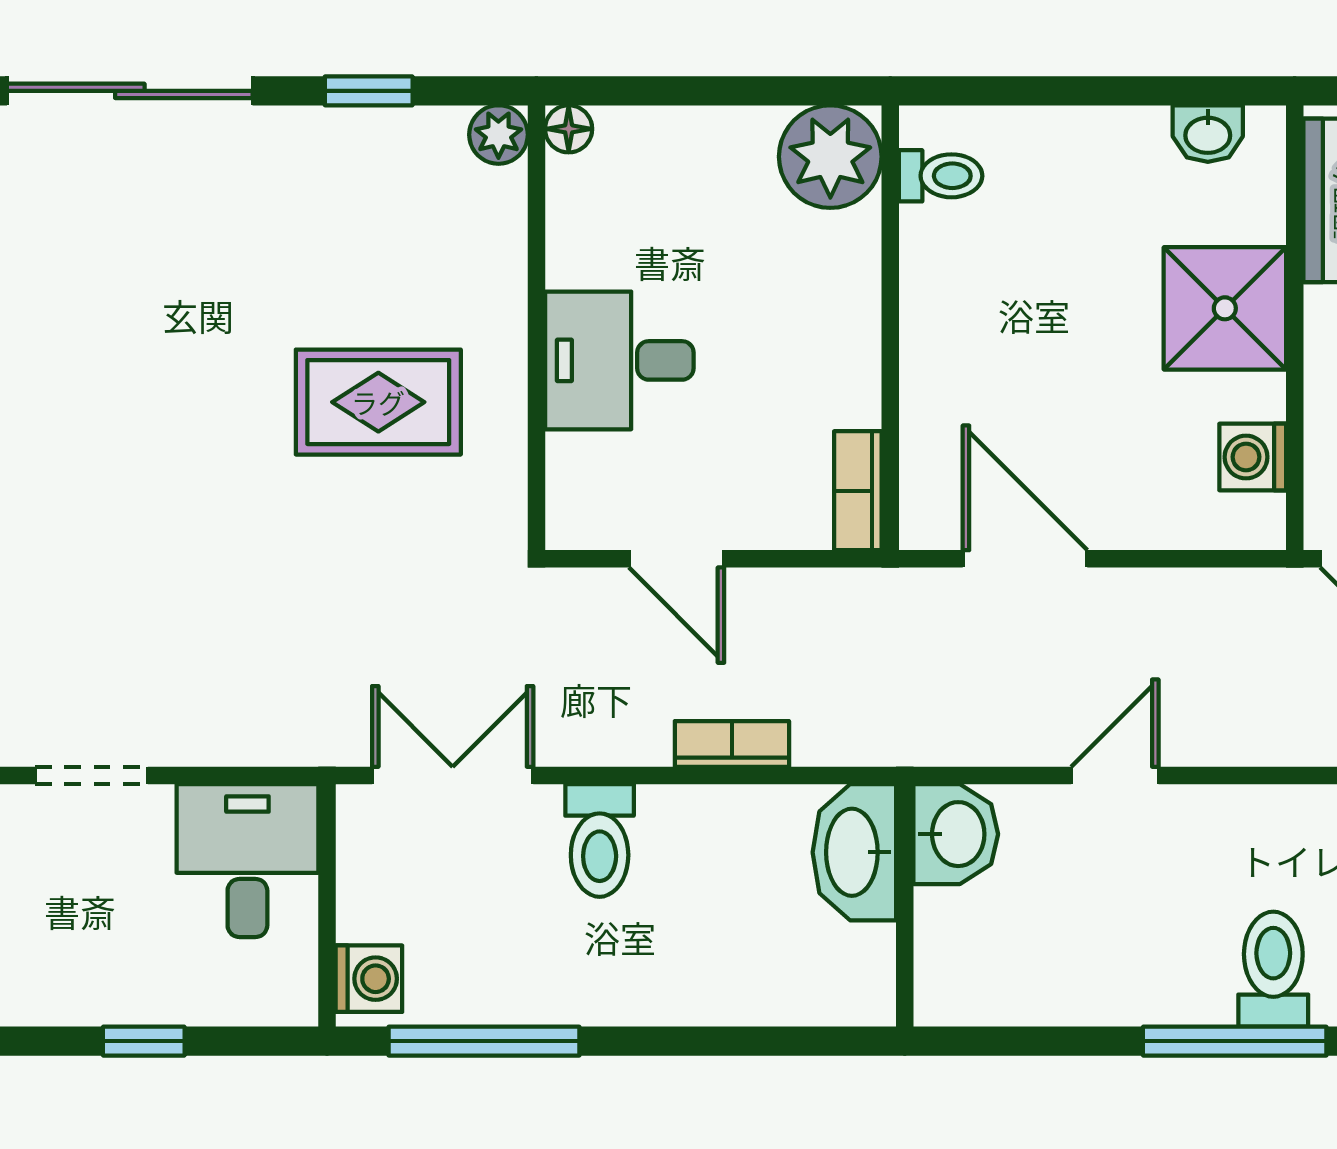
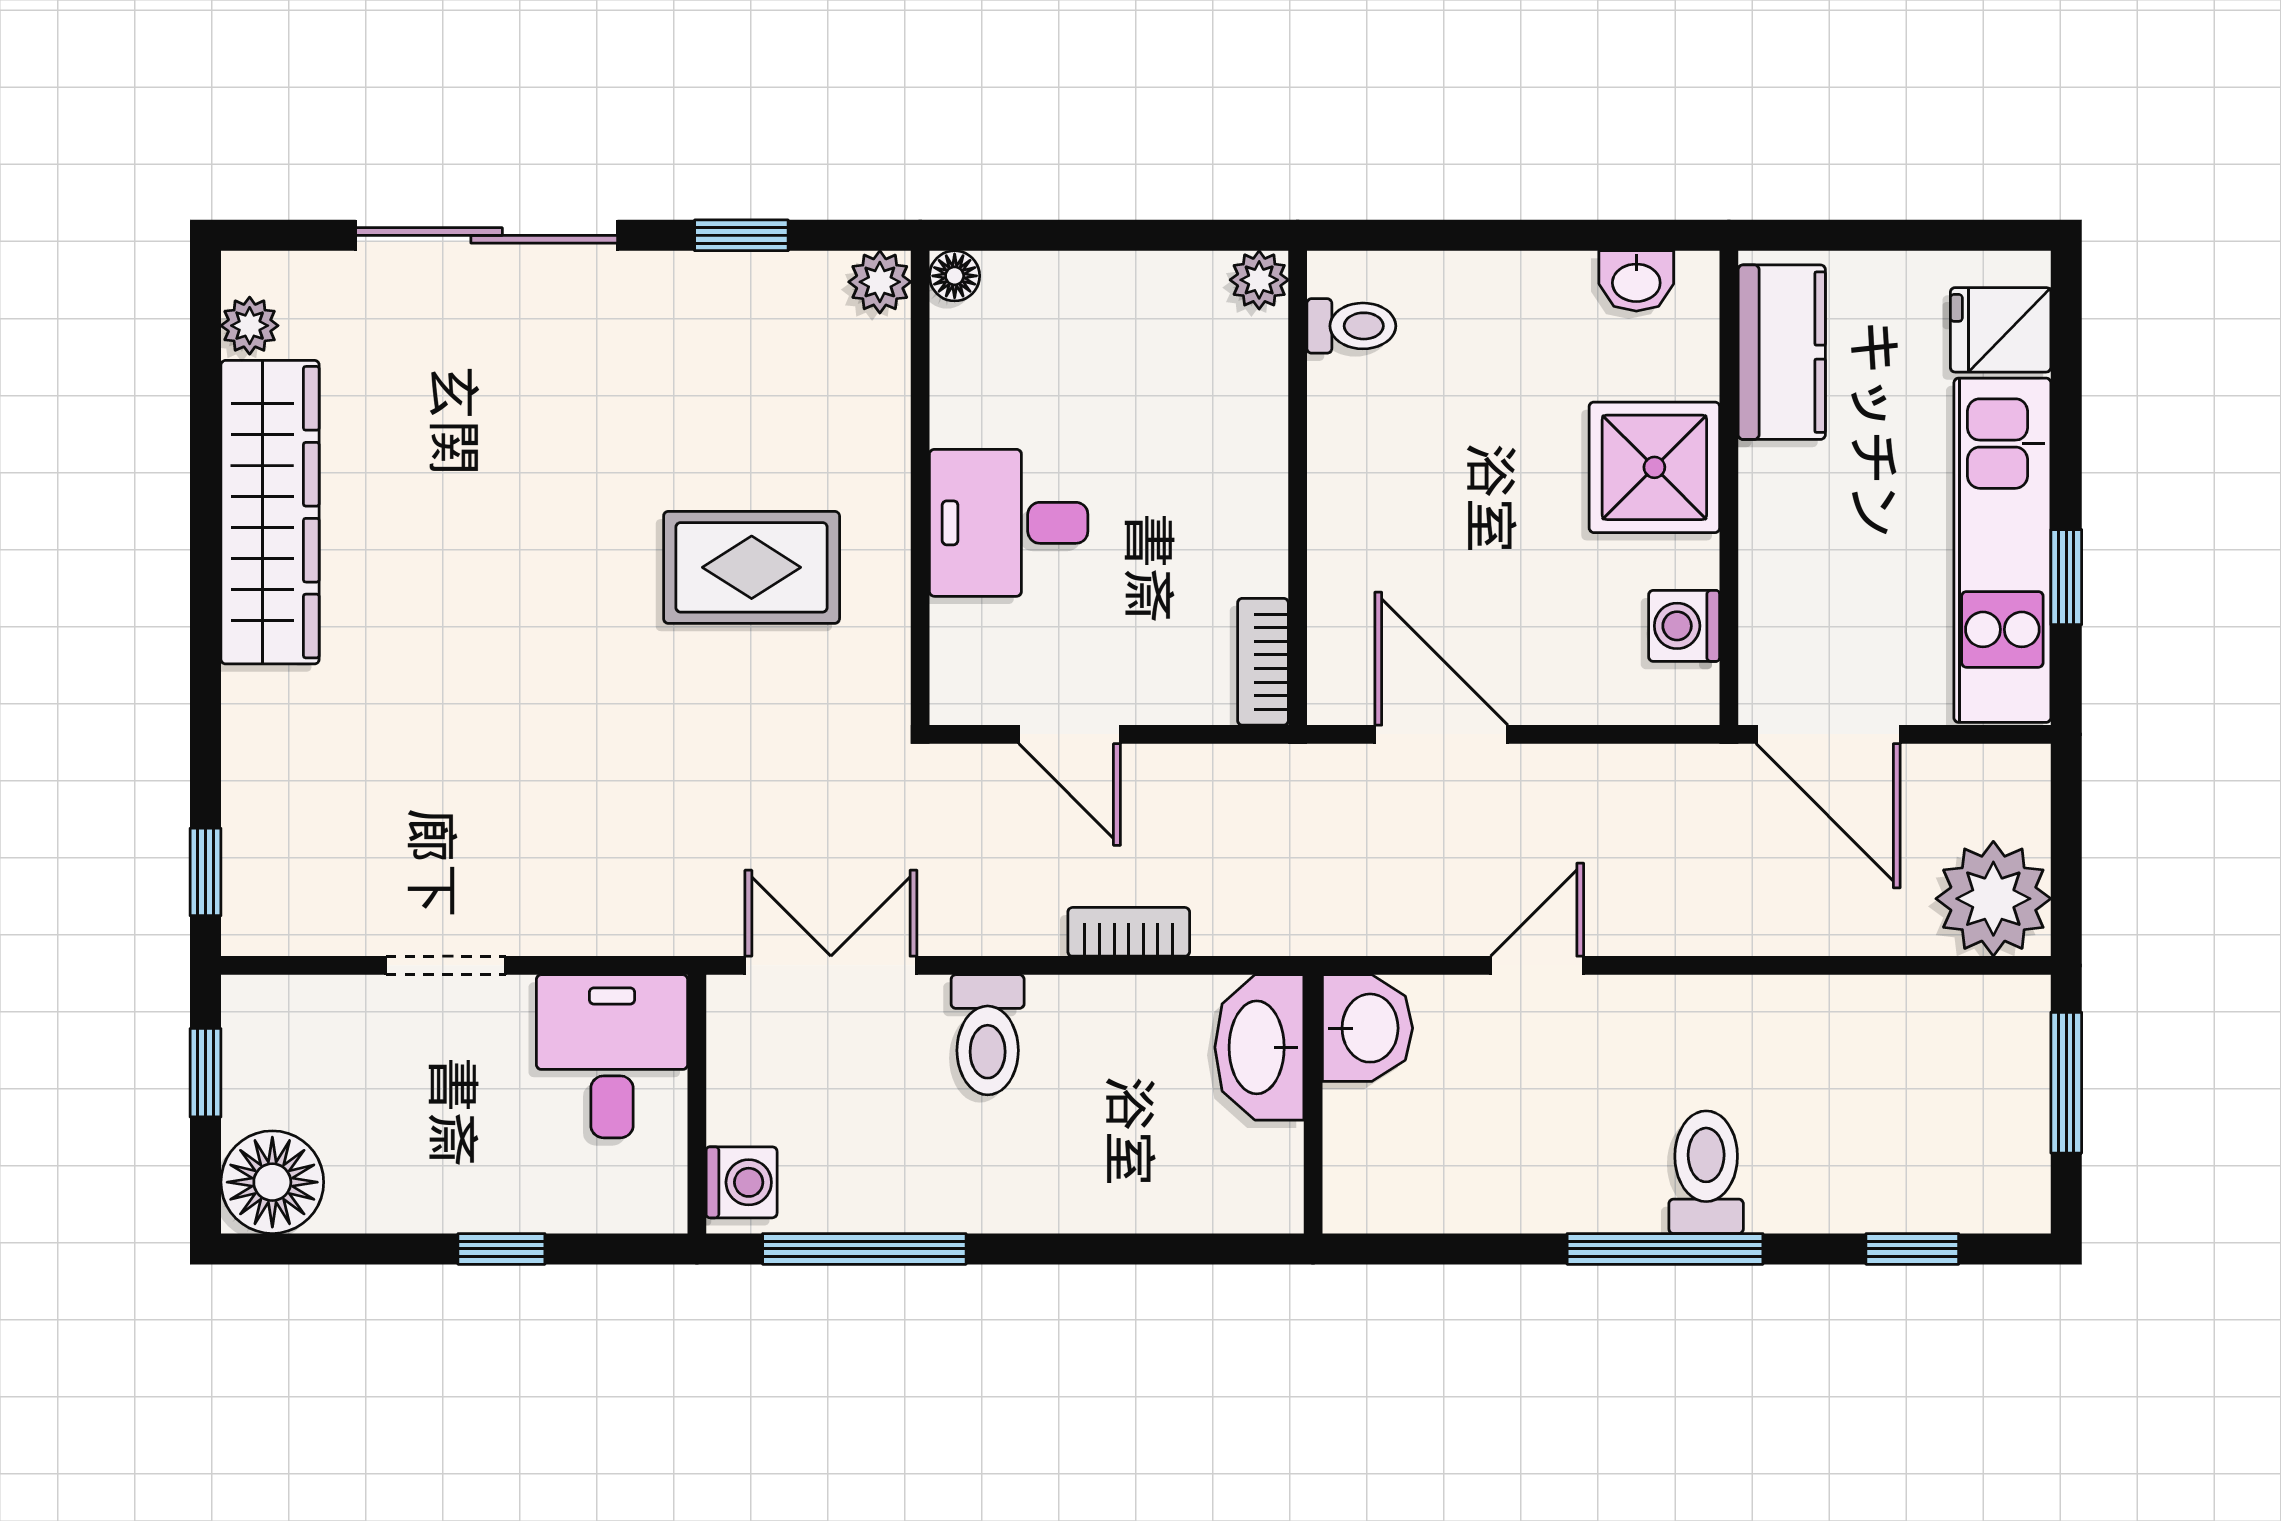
plant: (830, 157) -> (1259, 280), width x0.53, depth x0.53

